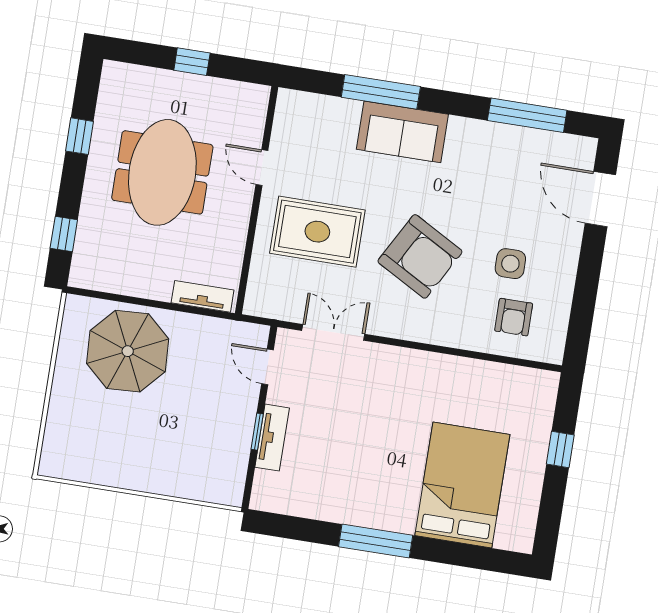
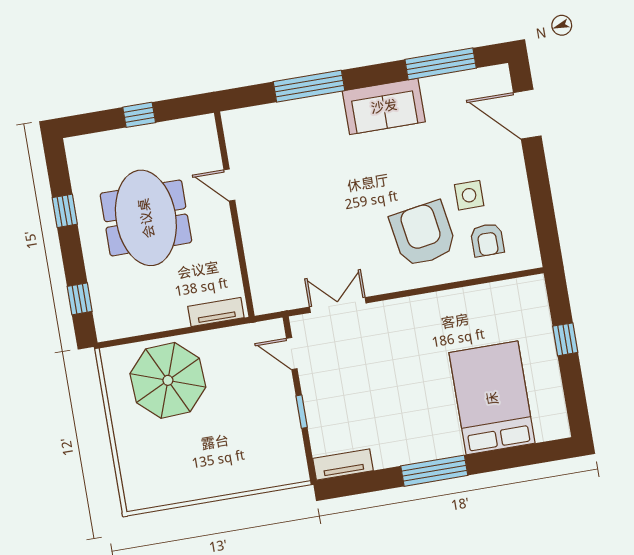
sofa: (402, 132) -> (384, 106), moved
rug: (317, 232) -> (295, 224), removed
armchair: (420, 256) -> (423, 234), moved, turned -128
tv unit: (272, 438) -> (343, 465), moved, turned -90

